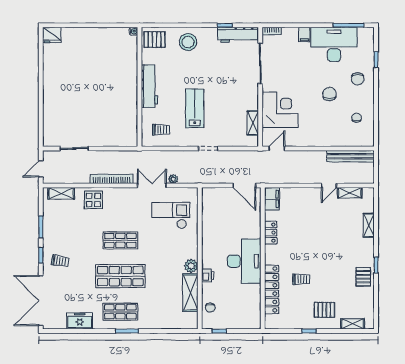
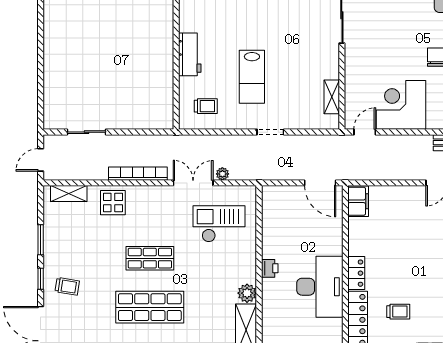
workbench: (149, 86) -> (190, 54), width x0.73
lab bench: (195, 108) -> (252, 77), turned 180
corner desk: (280, 110) -> (401, 105), moved, turned -90
locker: (271, 233) -> (356, 273), moved
printer: (208, 276) -> (270, 268), moved

